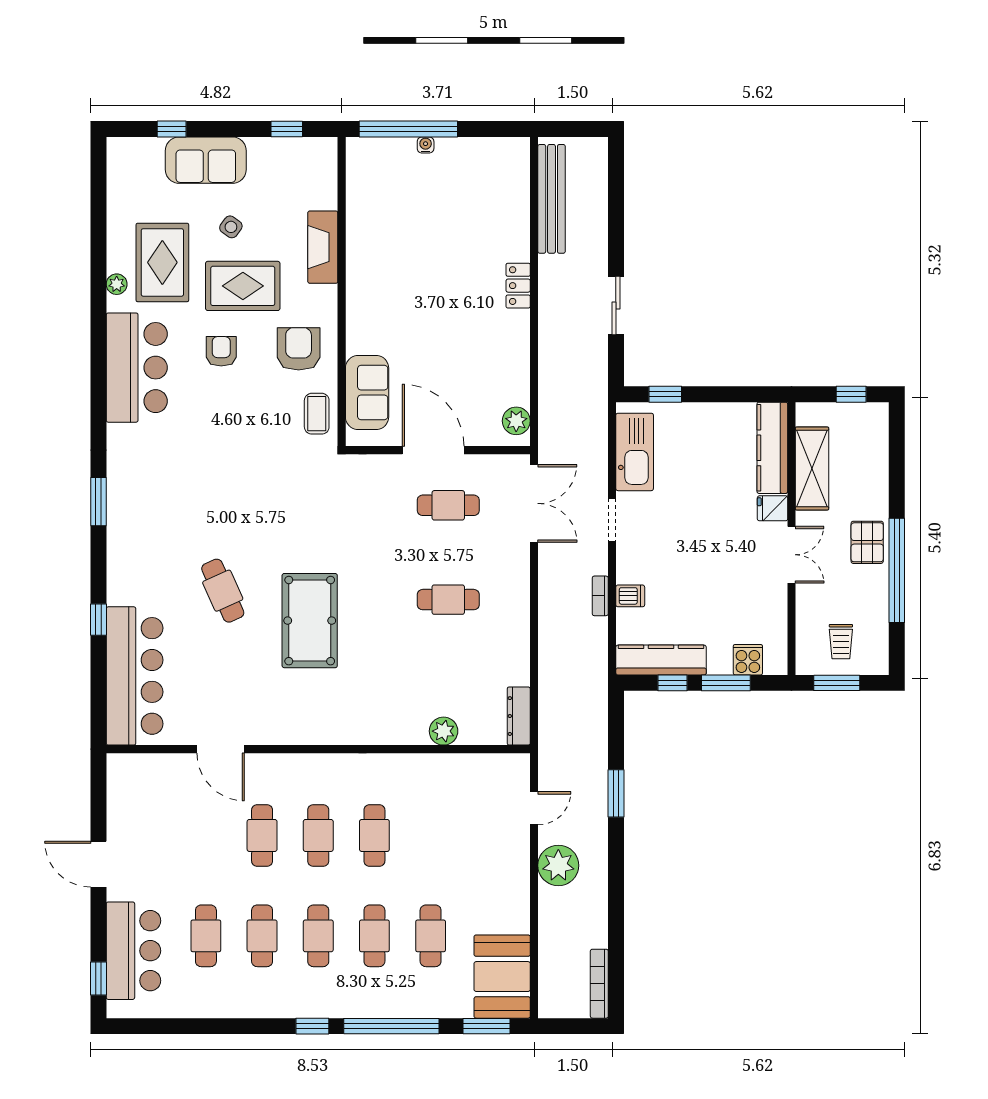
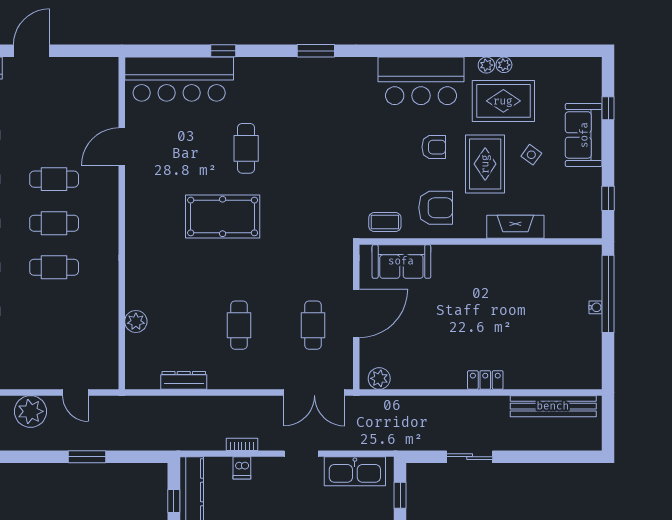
plant: (116, 262) -> (504, 65), added
cafe table: (223, 591) -> (246, 148), turned -66
dresser: (519, 716) -> (184, 380), moved

